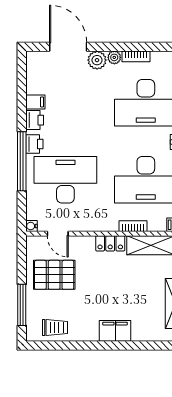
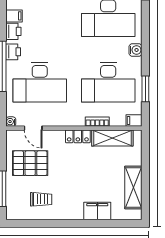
desk: (65, 180) -> (40, 82), turned 180
trolley: (55, 328) -> (41, 199), moved
filing cabinet: (115, 331) -> (97, 211), moved

